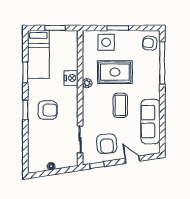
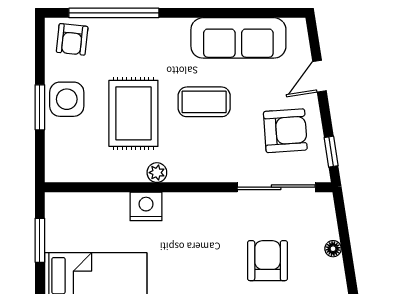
side table: (106, 42) -> (67, 99), moved
armchair: (48, 110) -> (268, 261), moved
sliding door: (80, 139) -> (276, 187), width x1.37

